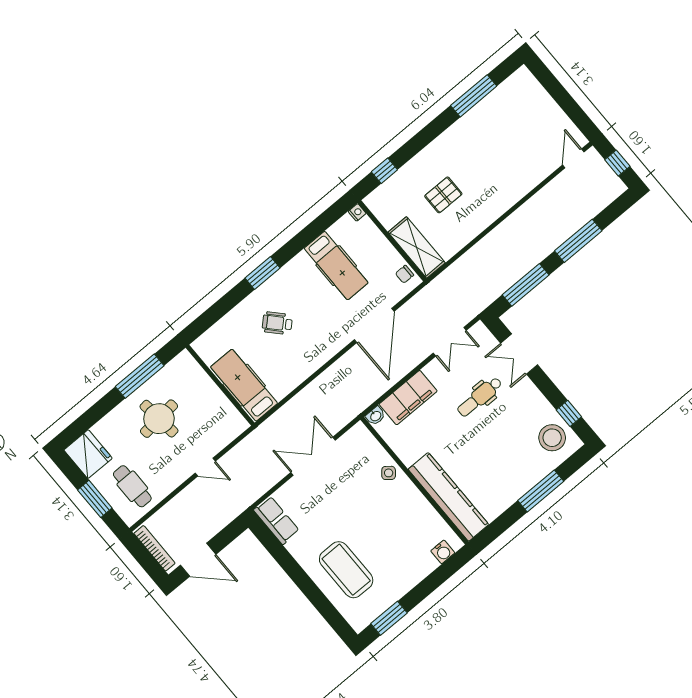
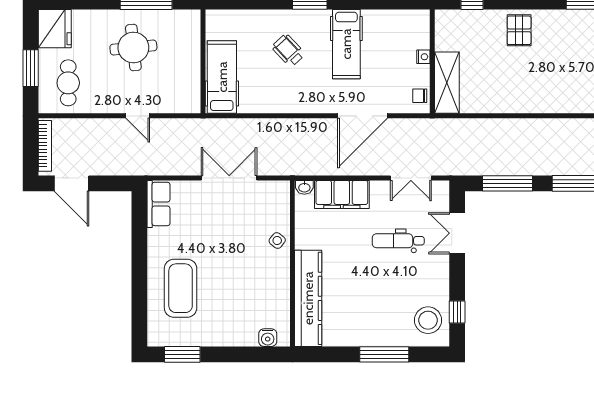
pallet: (443, 195) -> (519, 30), moved, turned 90
nightstand: (357, 212) -> (423, 57), moved
hospital bed: (336, 266) -> (346, 44), moved

